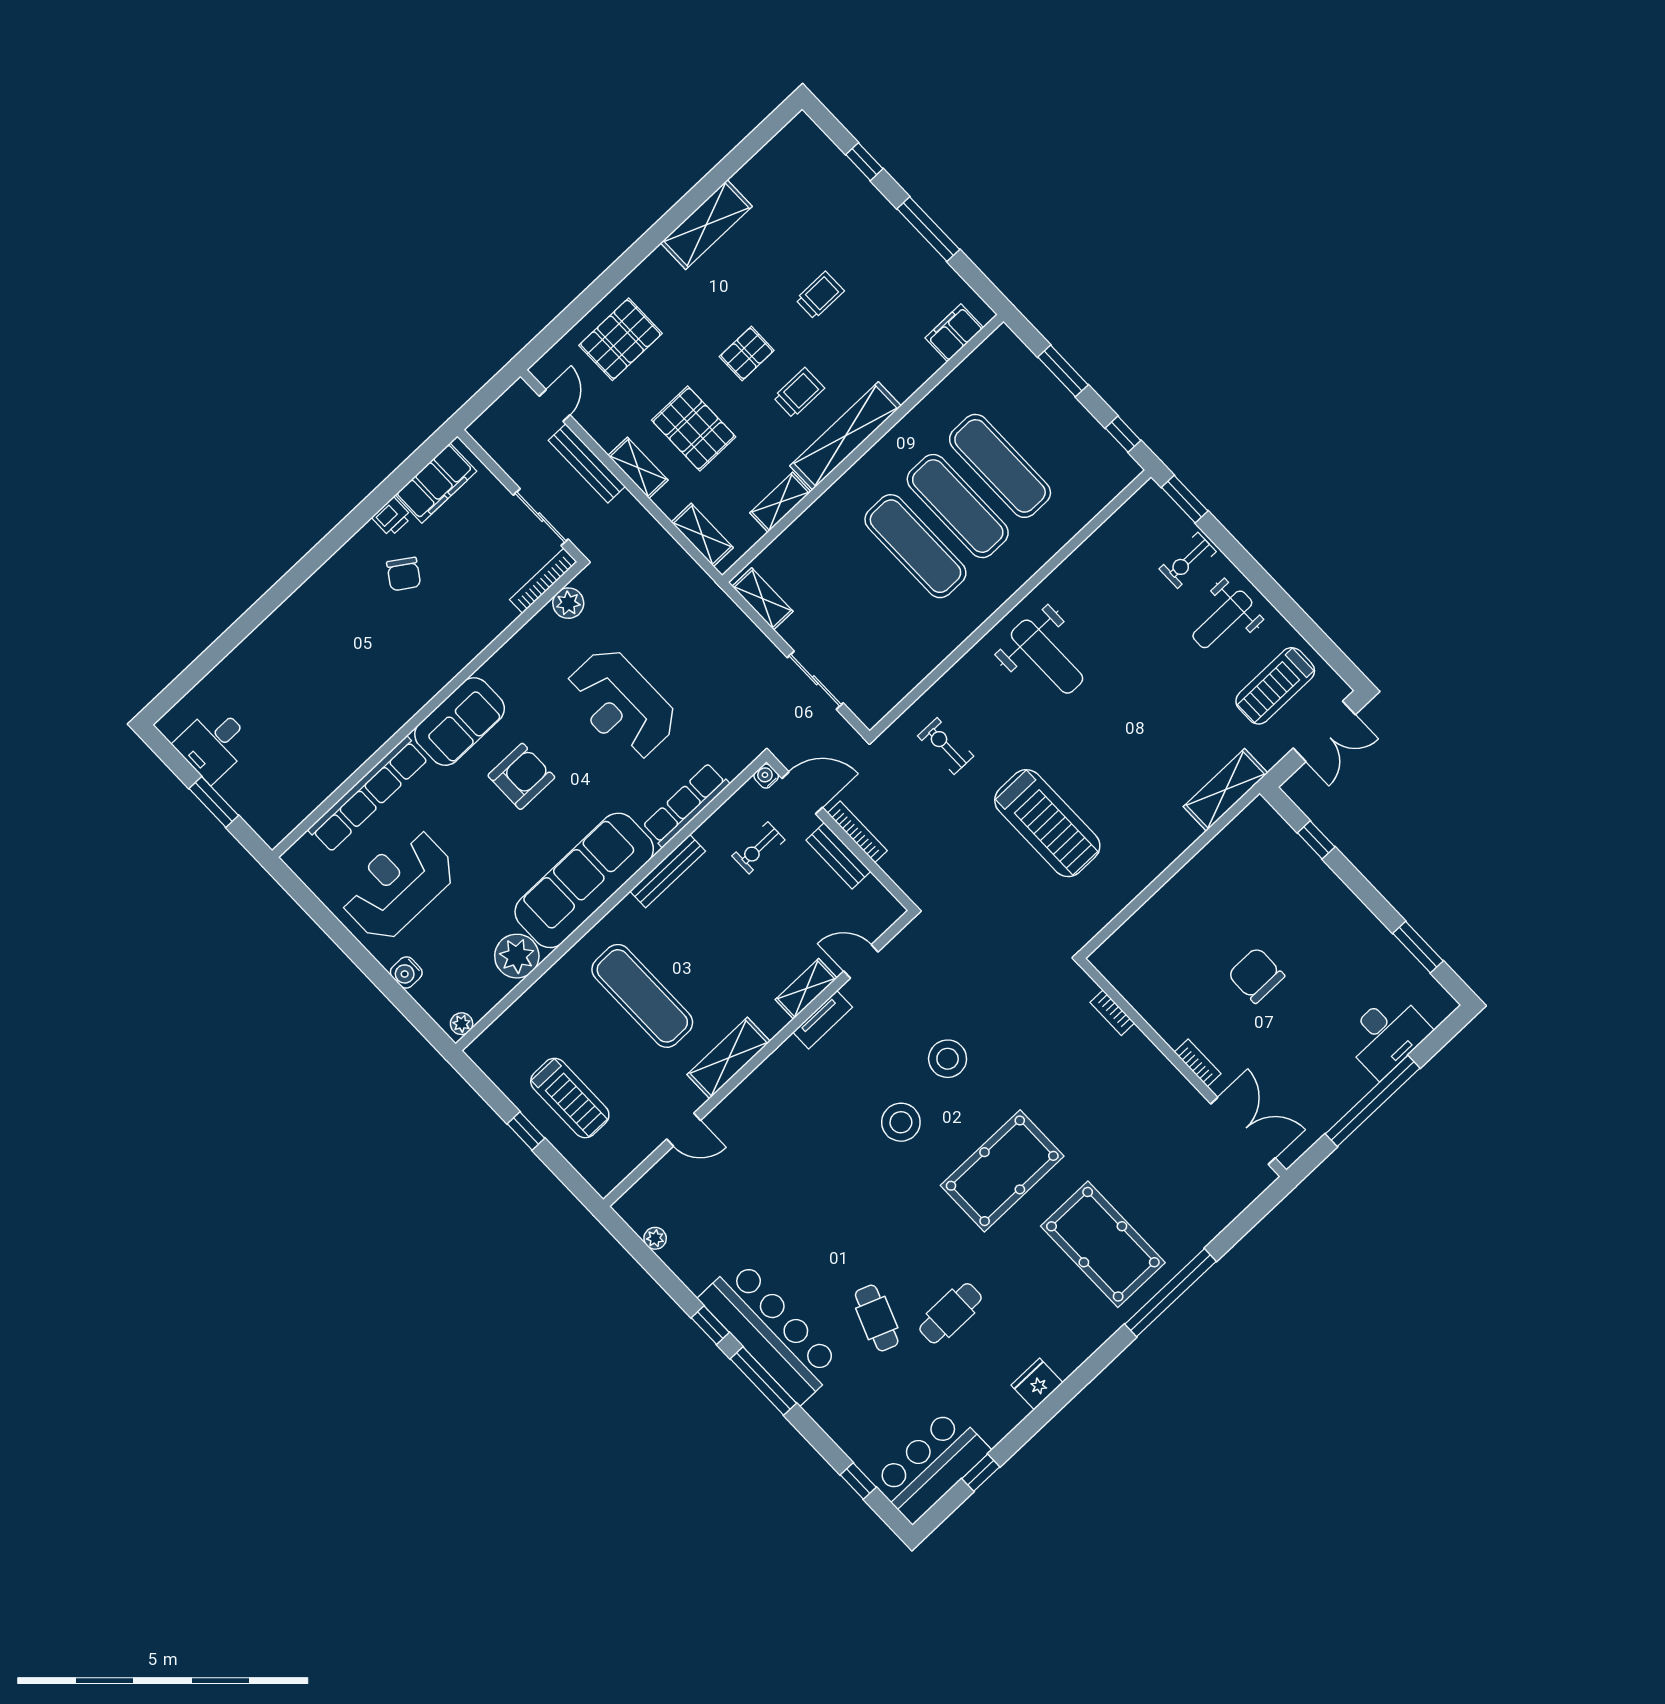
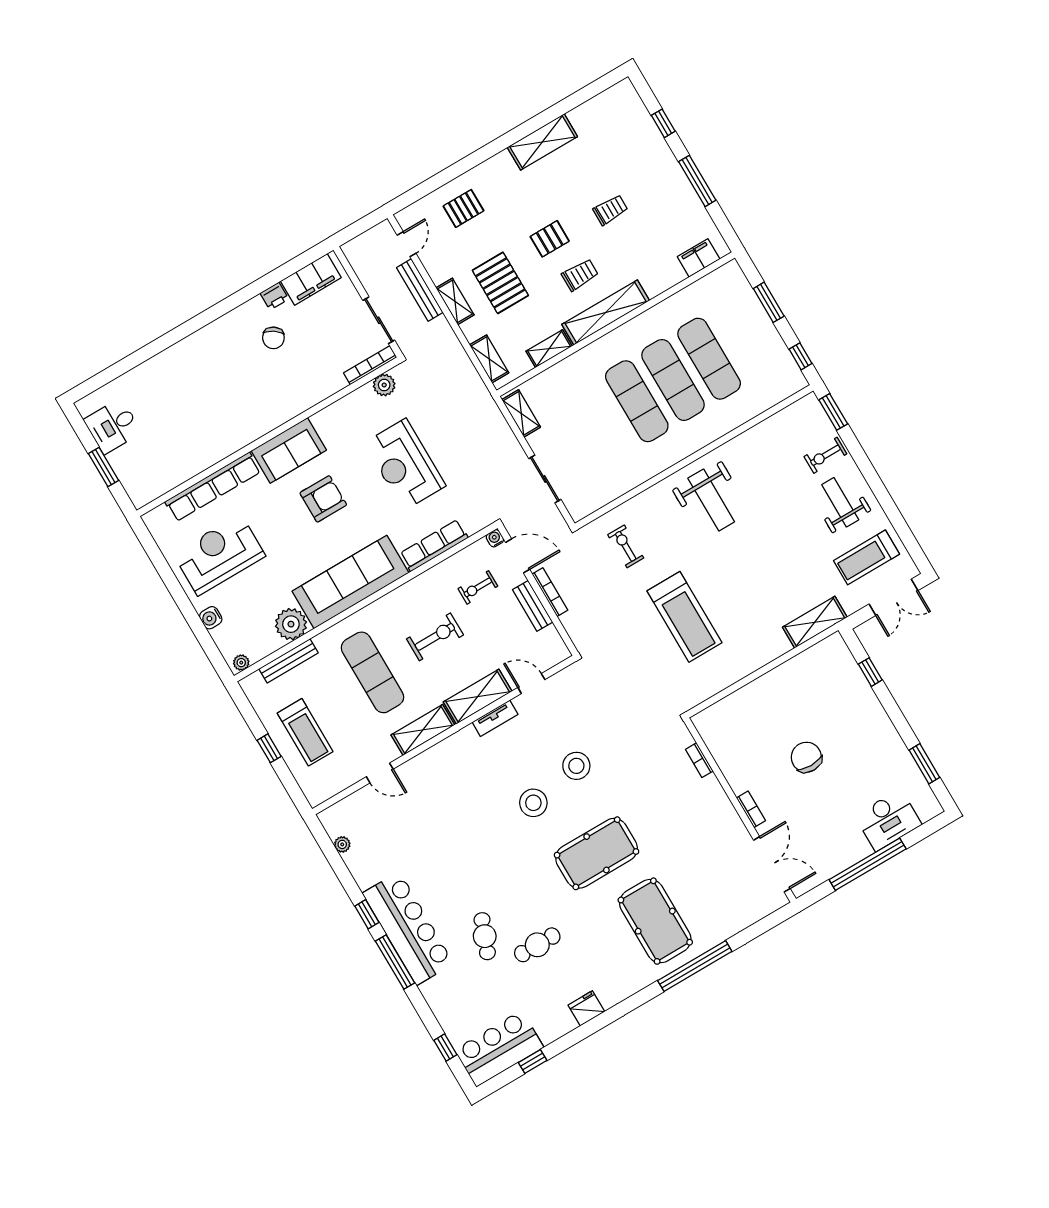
pallet: (620, 339) -> (463, 208), width x0.67, depth x0.71
weight bench: (1222, 619) -> (840, 502), turned 90
bench: (668, 871) -> (289, 661), moved
exercise bike: (716, 928) -> (435, 637), added
shelving: (806, 989) -> (478, 697), width x1.50, depth x1.33

